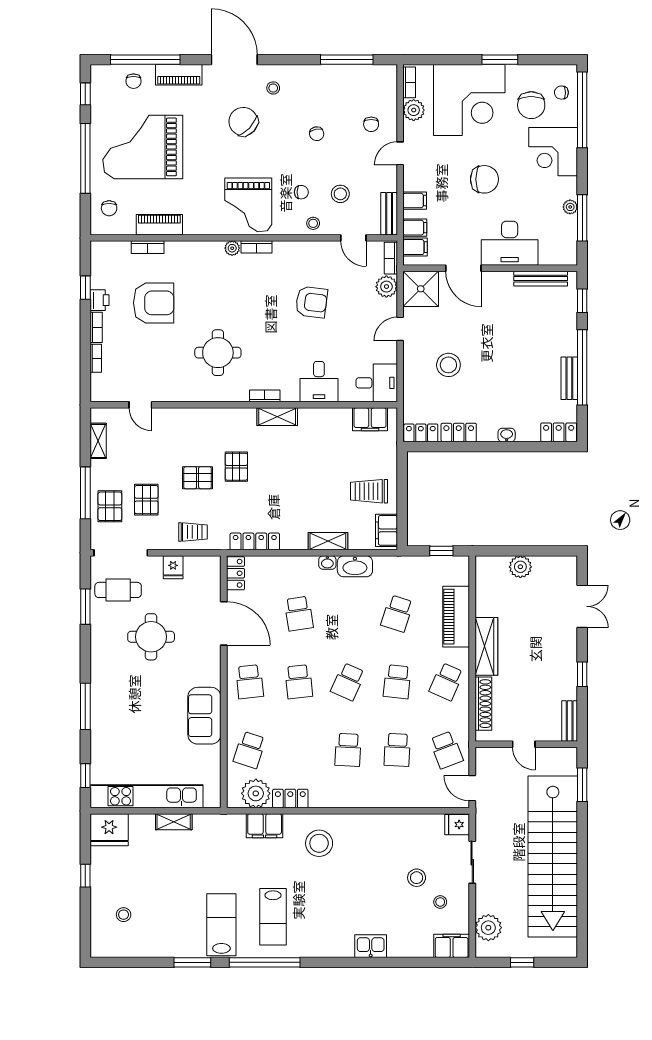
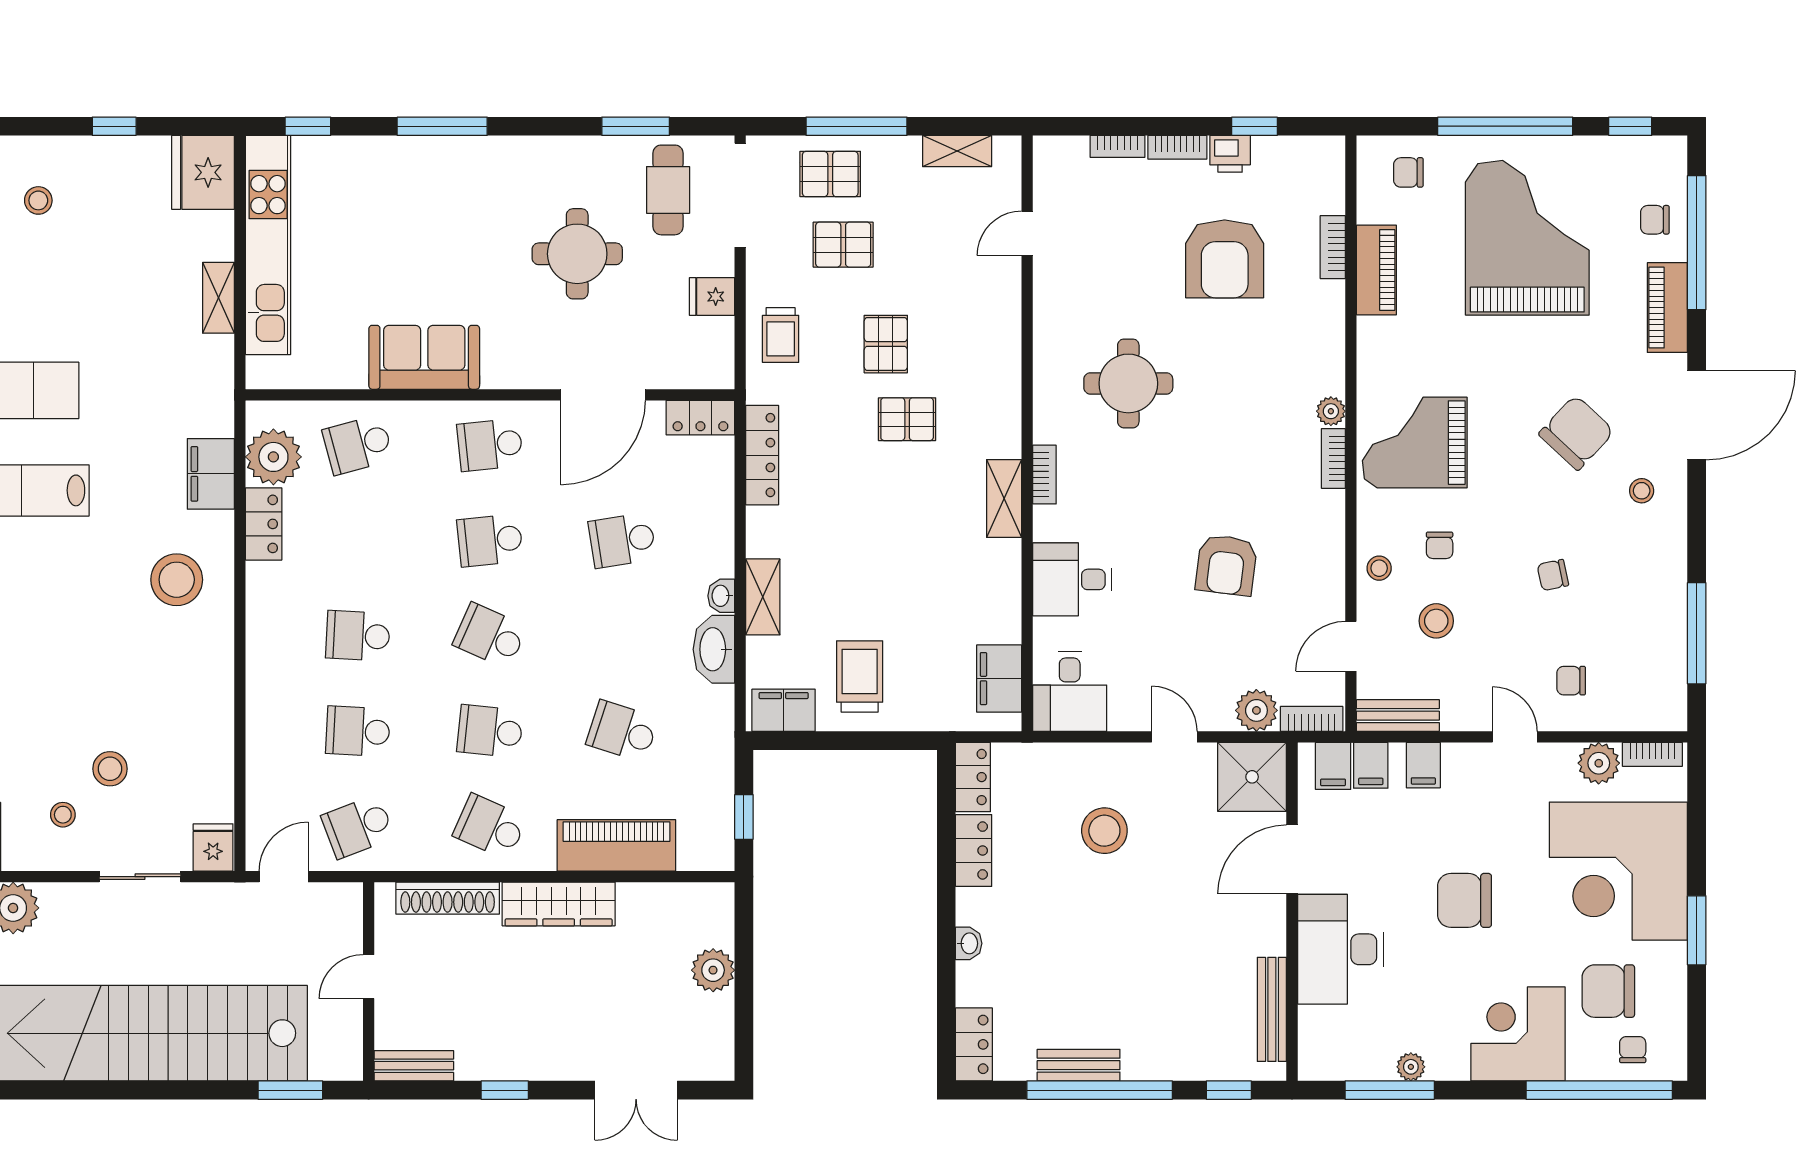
chair: (484, 179) -> (1464, 900), turned 90
school desk: (250, 750) -> (358, 445), turned -33

